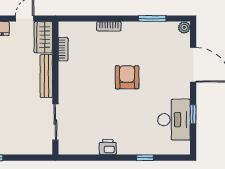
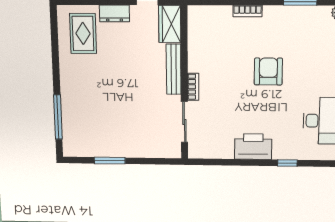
bookcase: (63, 49) -> (193, 87), moved
printer: (108, 147) -> (253, 147), width x1.87, depth x1.48

